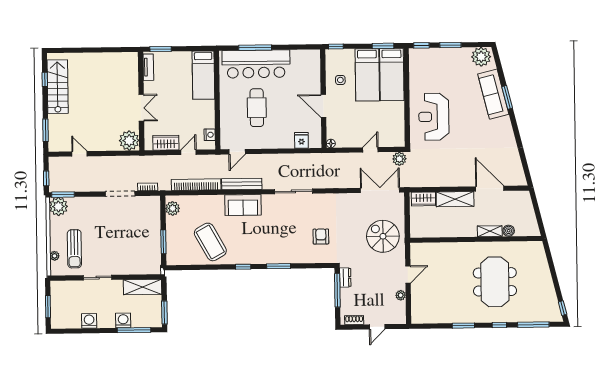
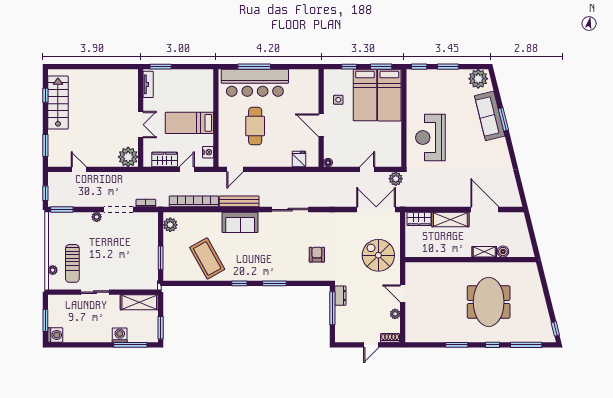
window: (336, 47) -> (349, 67), moved
bed: (203, 75) -> (189, 123), moved, turned 90
plant: (58, 206) -> (97, 217), moved, width x0.53, depth x0.53
door: (408, 274) -> (403, 293), swing flipped
shoe rack: (354, 320) -> (390, 338), moved
washing machine: (89, 321) -> (55, 335), moved, turned 90

